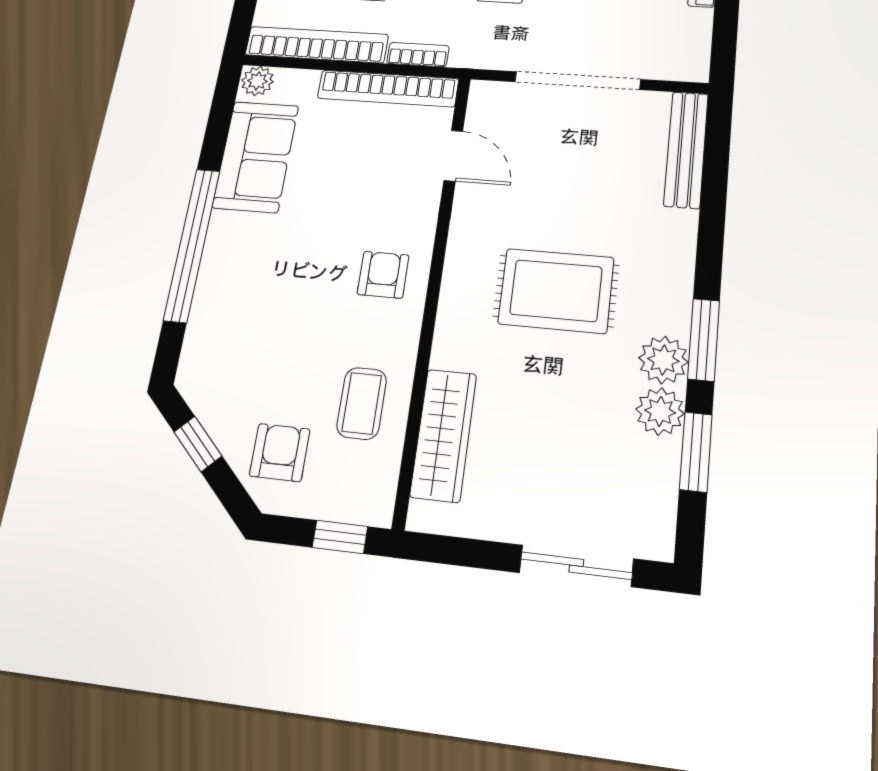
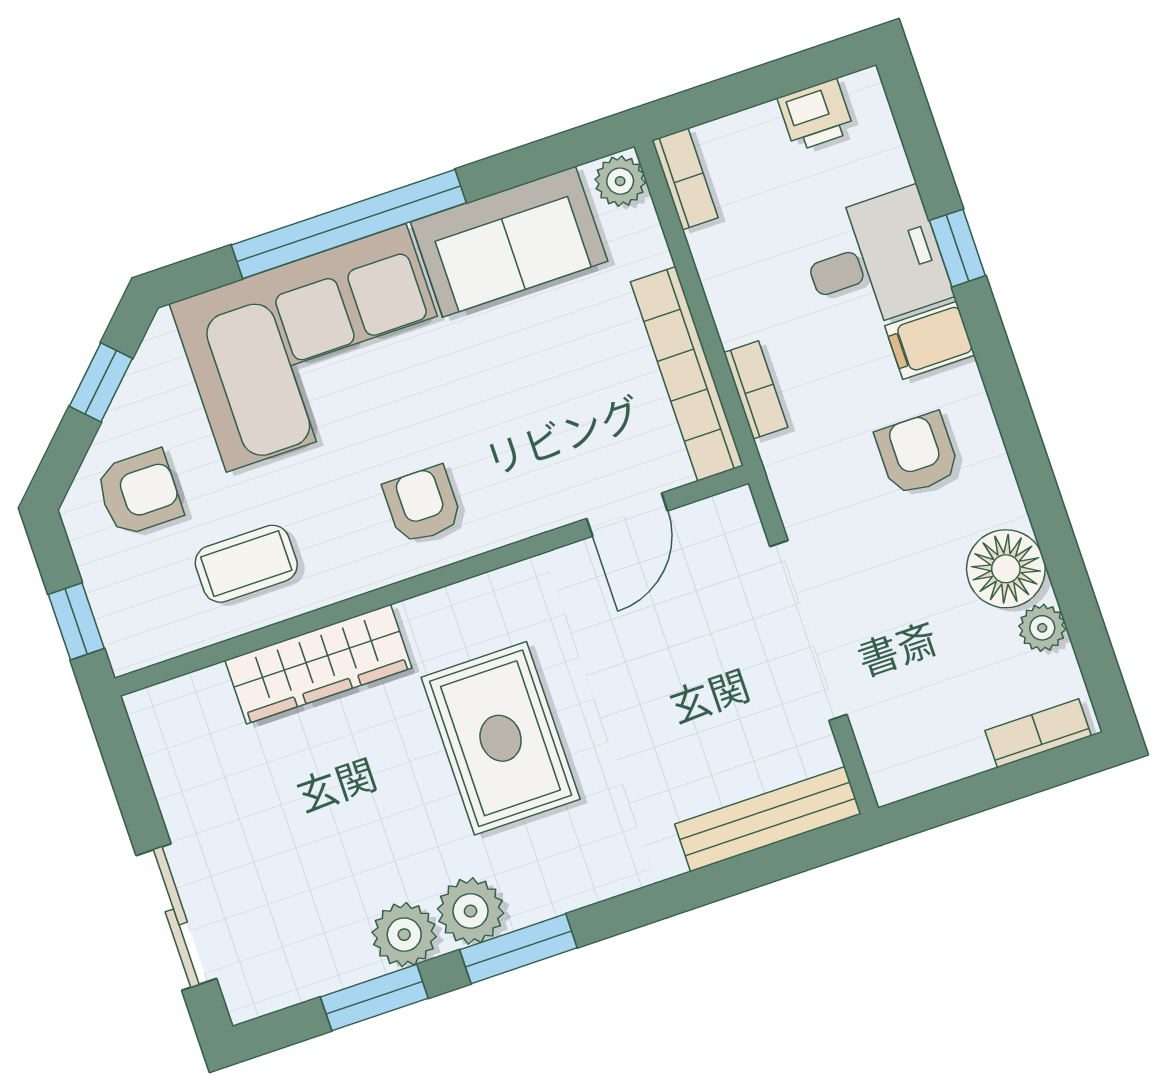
bookcase: (316, 45) -> (685, 179), width x0.43, depth x0.76
armchair: (383, 275) -> (423, 505), turned -90
corner sofa: (253, 297) -> (316, 348), added
wardrobe: (443, 435) -> (318, 664), moved

